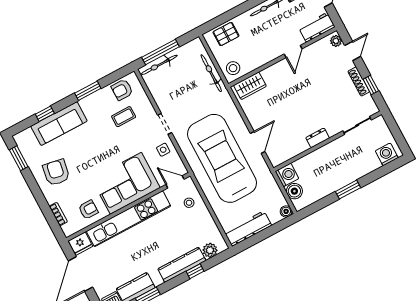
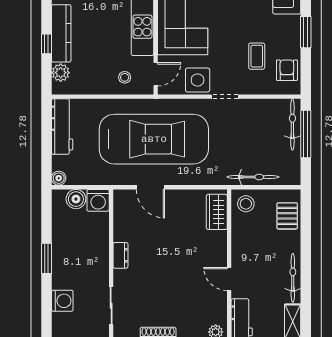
side table: (163, 150) -> (198, 80), width x1.87, depth x1.87
washing machine: (387, 154) -> (62, 301), moved

